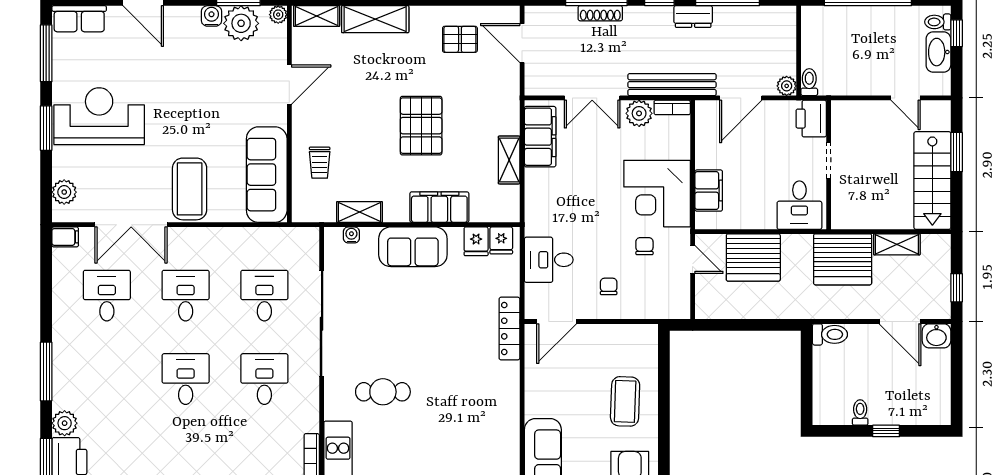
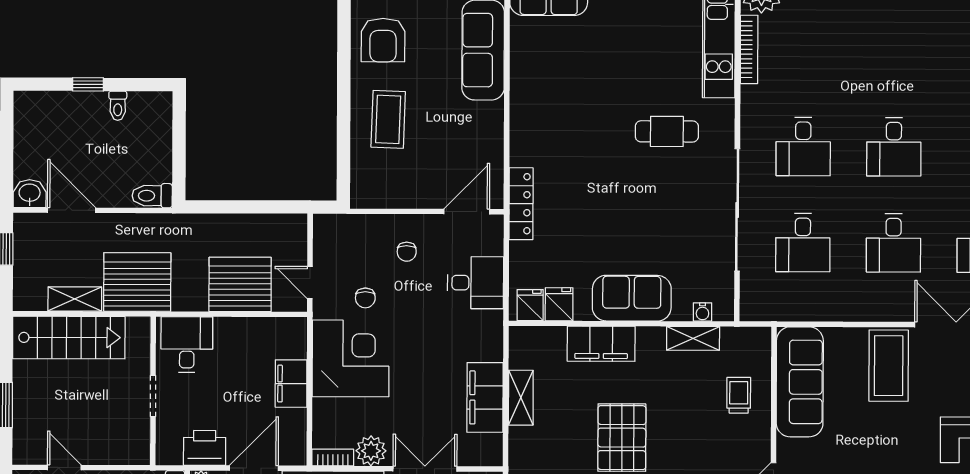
printer: (811, 119) -> (205, 448), moved, turned -90
filing cabinet: (540, 137) -> (485, 397), moved
stairs: (932, 180) -> (69, 338), moved, turned 90
filing cabinet: (709, 191) -> (291, 384), moved

